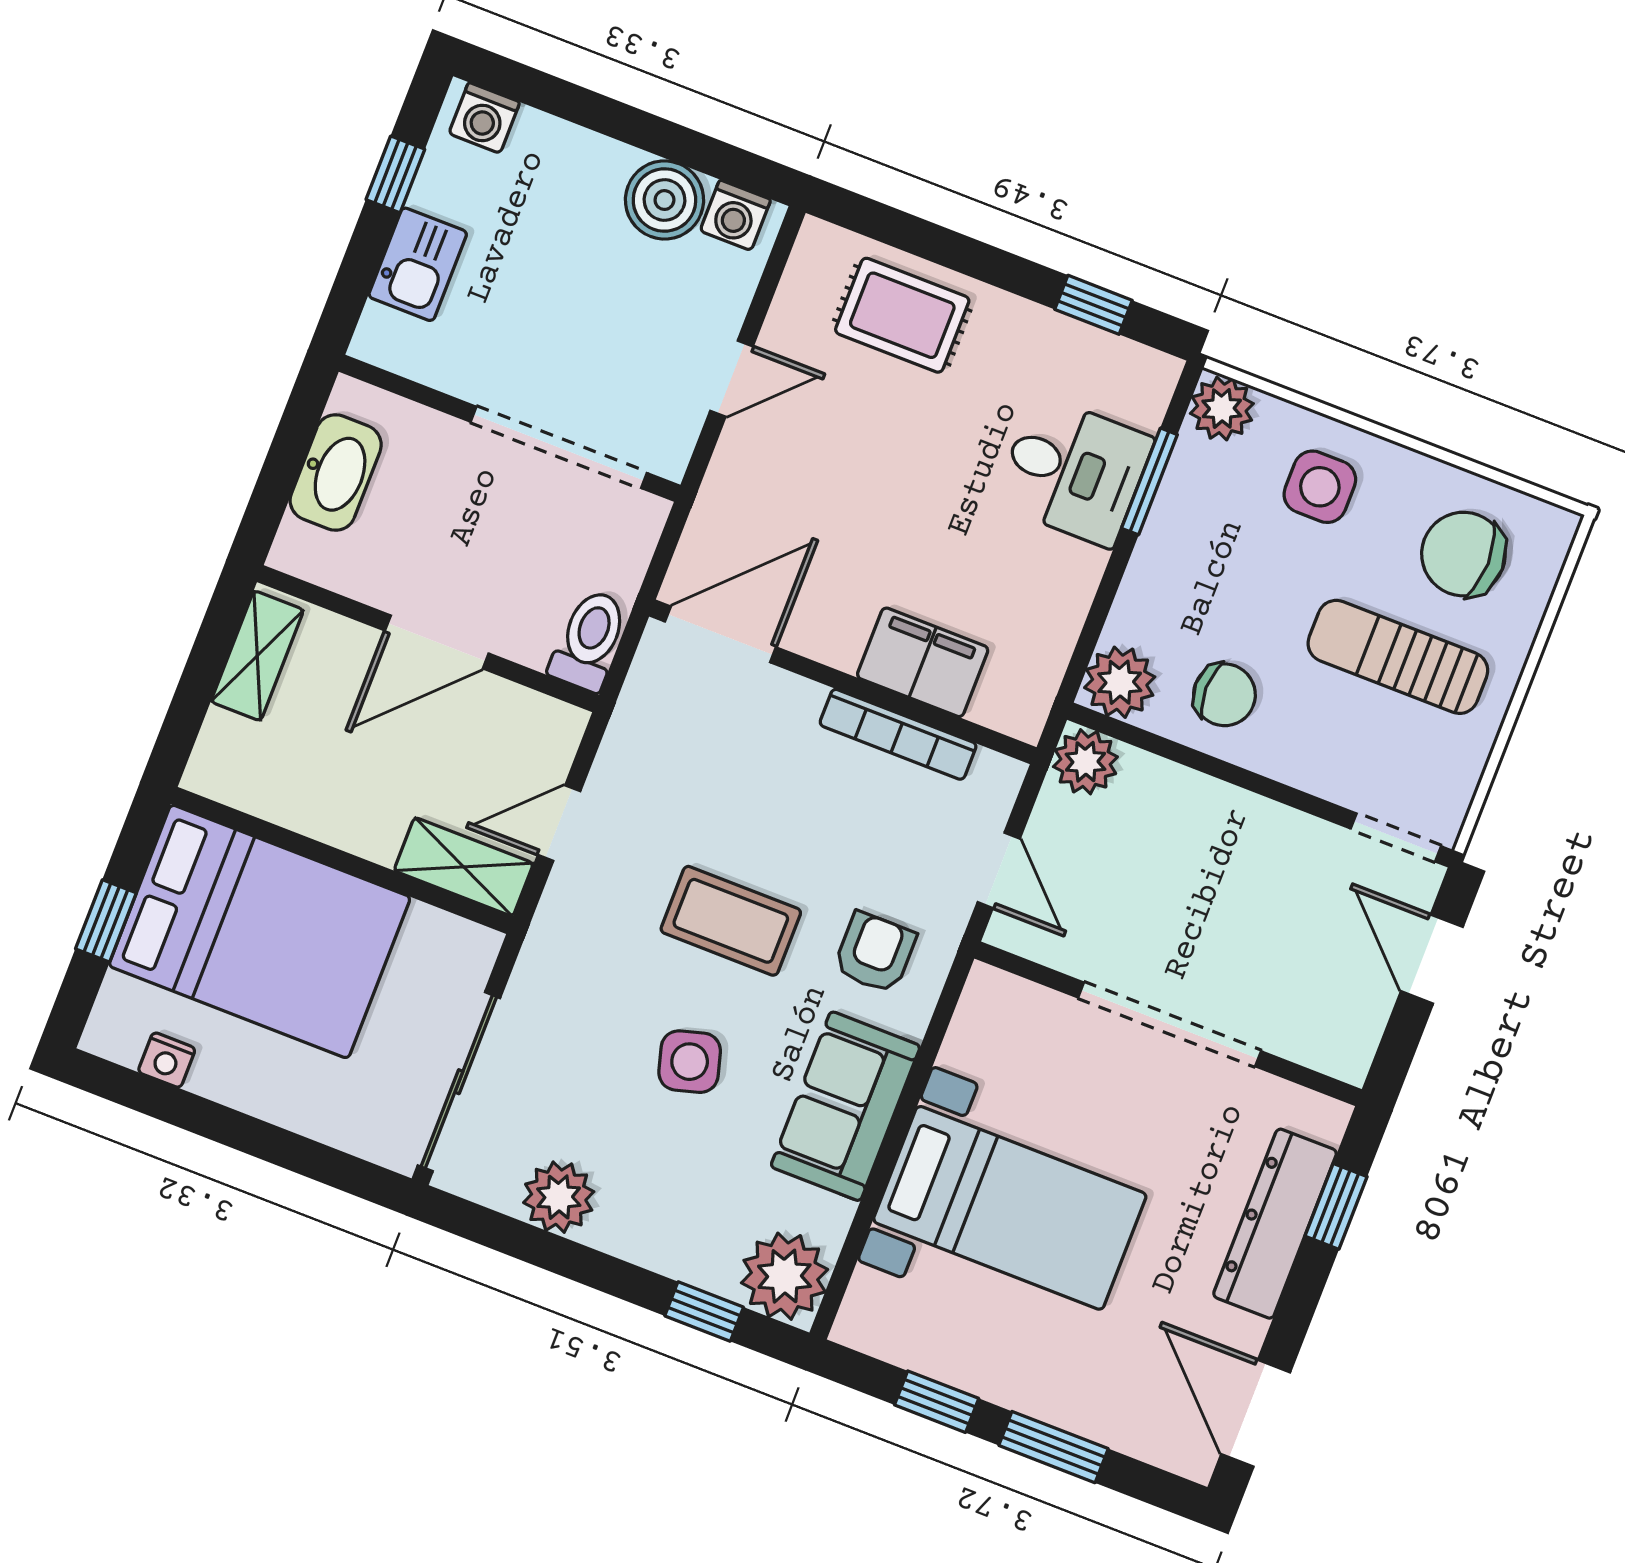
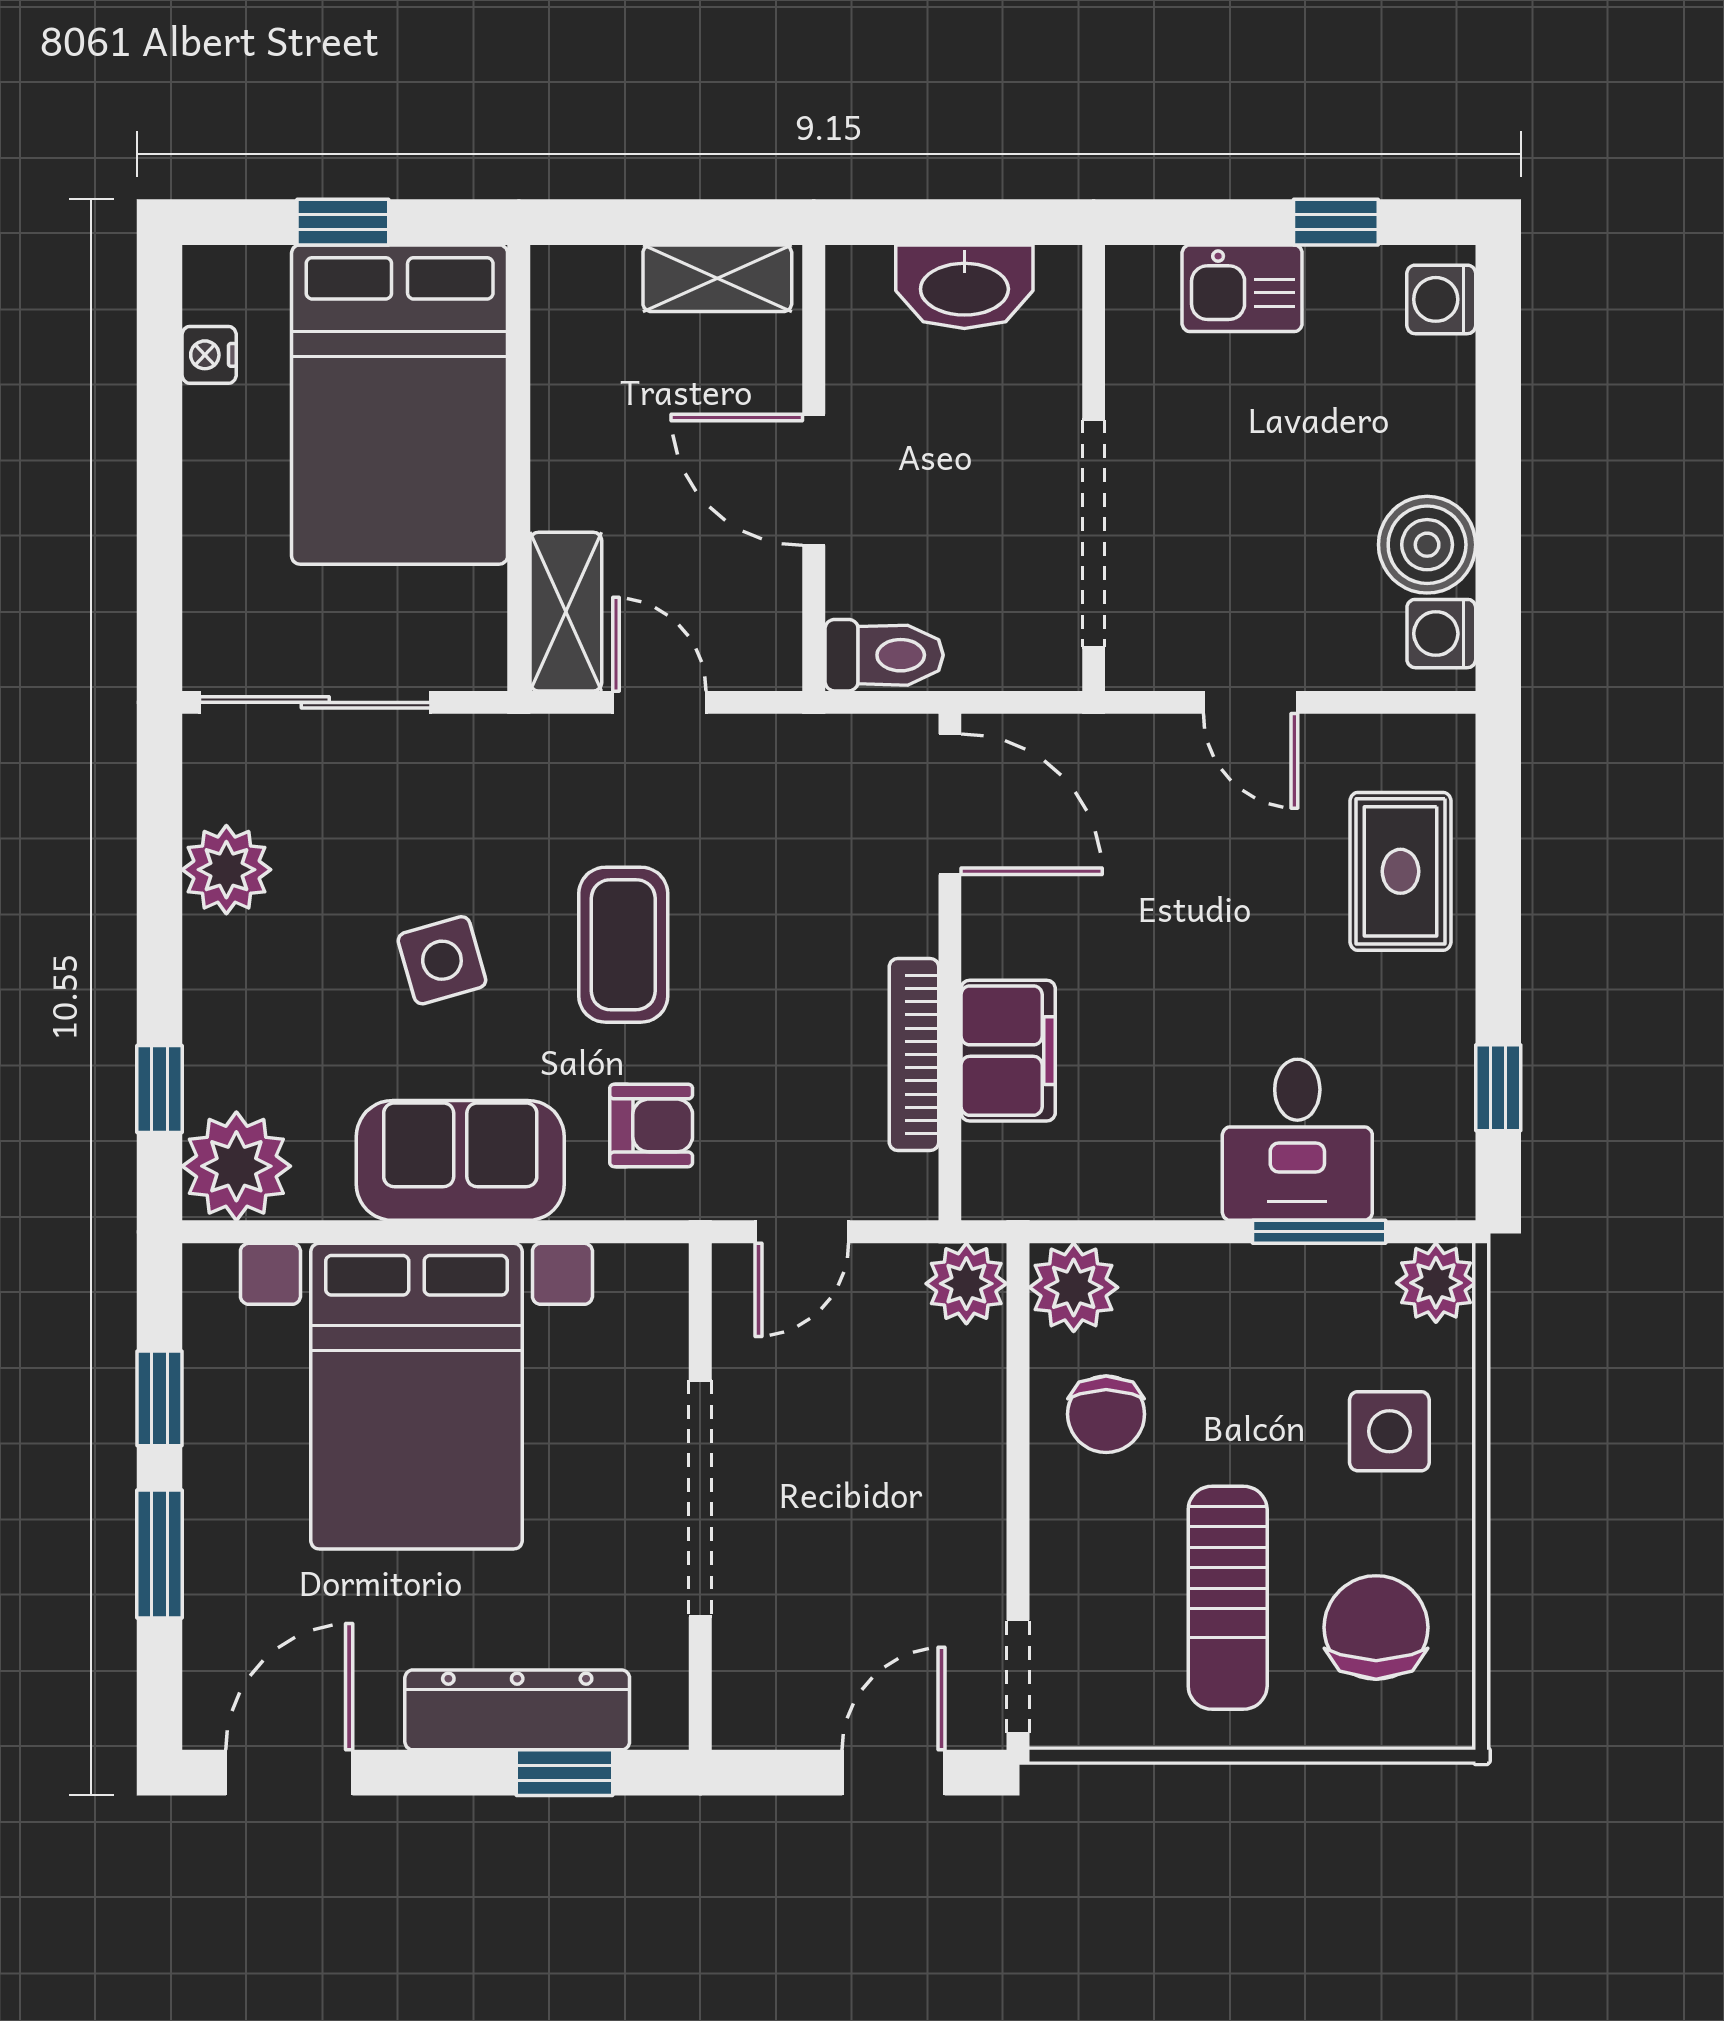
sun lounger: (1398, 657) -> (1228, 1598), turned 180
bed with nightstands: (1010, 1208) -> (416, 1396), width x1.36

